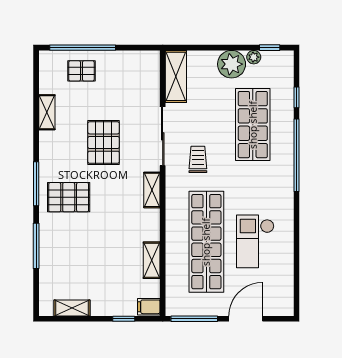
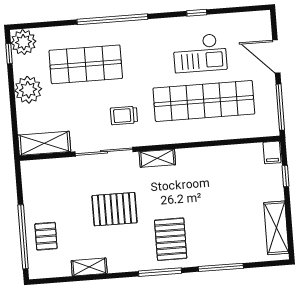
plant: (254, 57) -> (23, 42), moved, width x1.88, depth x1.88
window: (296, 97) -> (197, 13), moved
shelving: (152, 260) -> (226, 153), removed
shelving: (72, 308) -> (276, 228), width x1.50, depth x1.33

